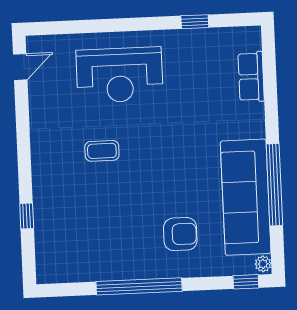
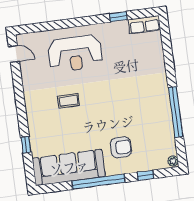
door: (20, 67) -> (14, 54), hinge flipped
row of seats: (251, 77) -> (144, 25), moved, turned -90
sofa: (246, 197) -> (69, 167), moved, turned 90
window: (246, 282) -> (146, 175), moved

